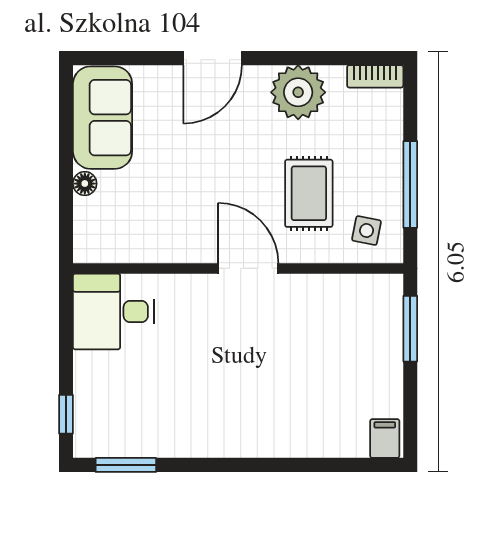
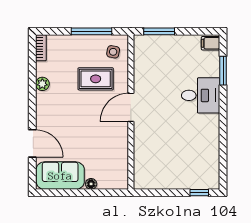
door: (213, 58) -> (32, 143), moved
plant: (298, 92) -> (42, 84), width x0.53, depth x0.53
desk: (114, 312) -> (201, 95), moved, turned -90
window: (126, 465) -> (223, 71), moved

